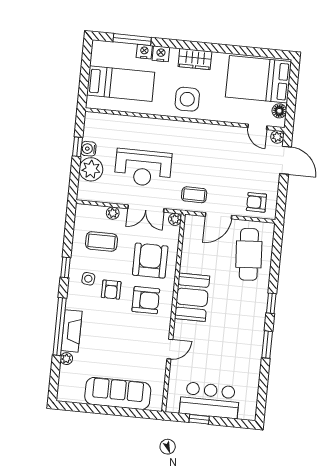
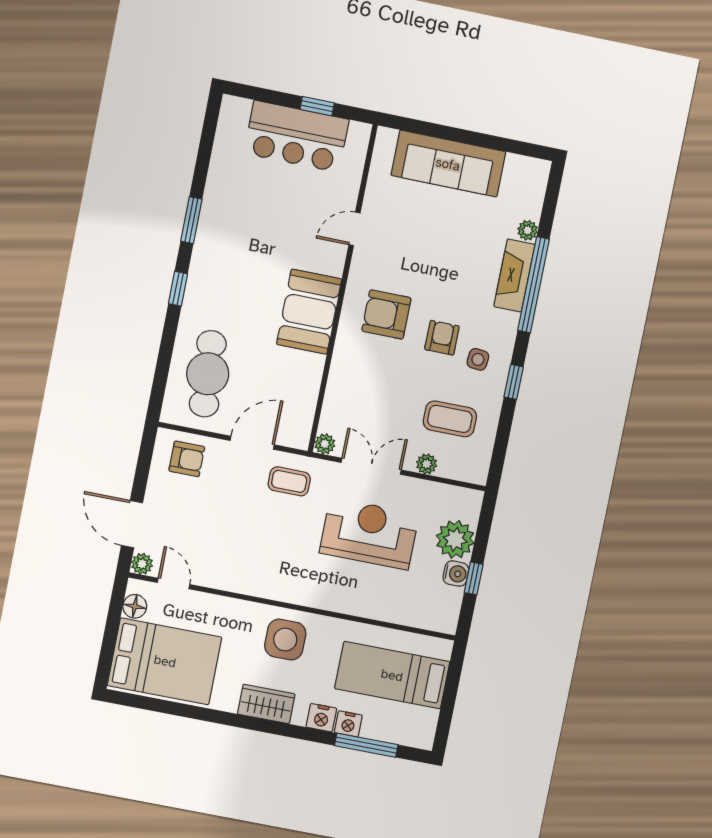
armchair: (150, 261) -> (373, 380), removed

